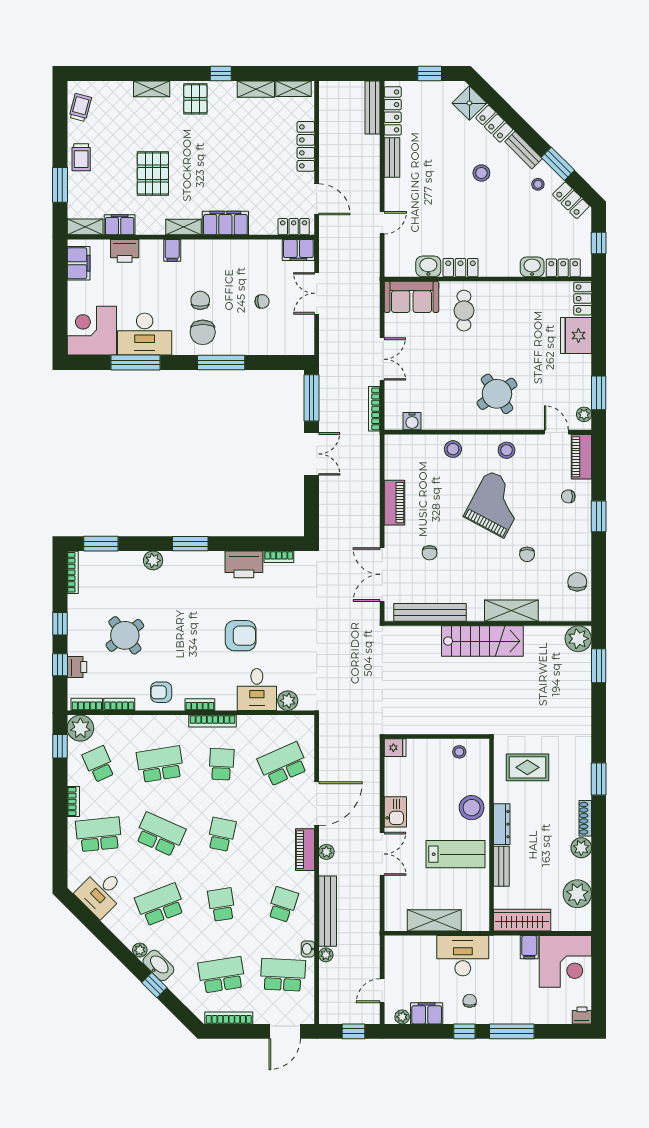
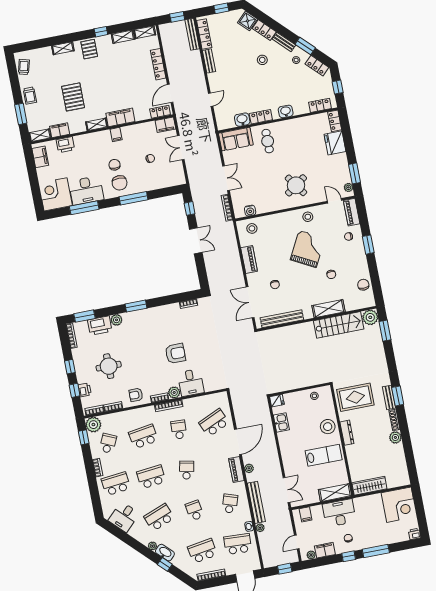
window: (353, 73) -> (177, 17), added
door: (317, 199) -> (170, 93), swing flipped
filing cabinet: (172, 250) -> (116, 135), moved
washbasin: (532, 267) -> (286, 111), moved
window: (311, 398) -> (190, 208), width x0.46
stool: (453, 449) -> (252, 228), moved
printer: (244, 564) -> (100, 325), moved
round table: (125, 635) -> (109, 366), turned 38
stairs: (482, 641) -> (339, 325), moved
plant: (288, 701) -> (174, 392), moved
school desk: (99, 764) -> (108, 443), turned 48
rug: (527, 767) -> (355, 397), width x1.36, depth x1.43
kitchen sink: (395, 812) -> (281, 422), moved
school desk: (160, 834) -> (151, 477), turned -30
double door: (382, 854) -> (287, 490), moved
bench: (501, 866) -> (389, 397), moved
plant: (577, 894) -> (398, 464), removed
shelving: (434, 920) -> (335, 493), moved
filing cabinet: (529, 947) -> (306, 514), moved

